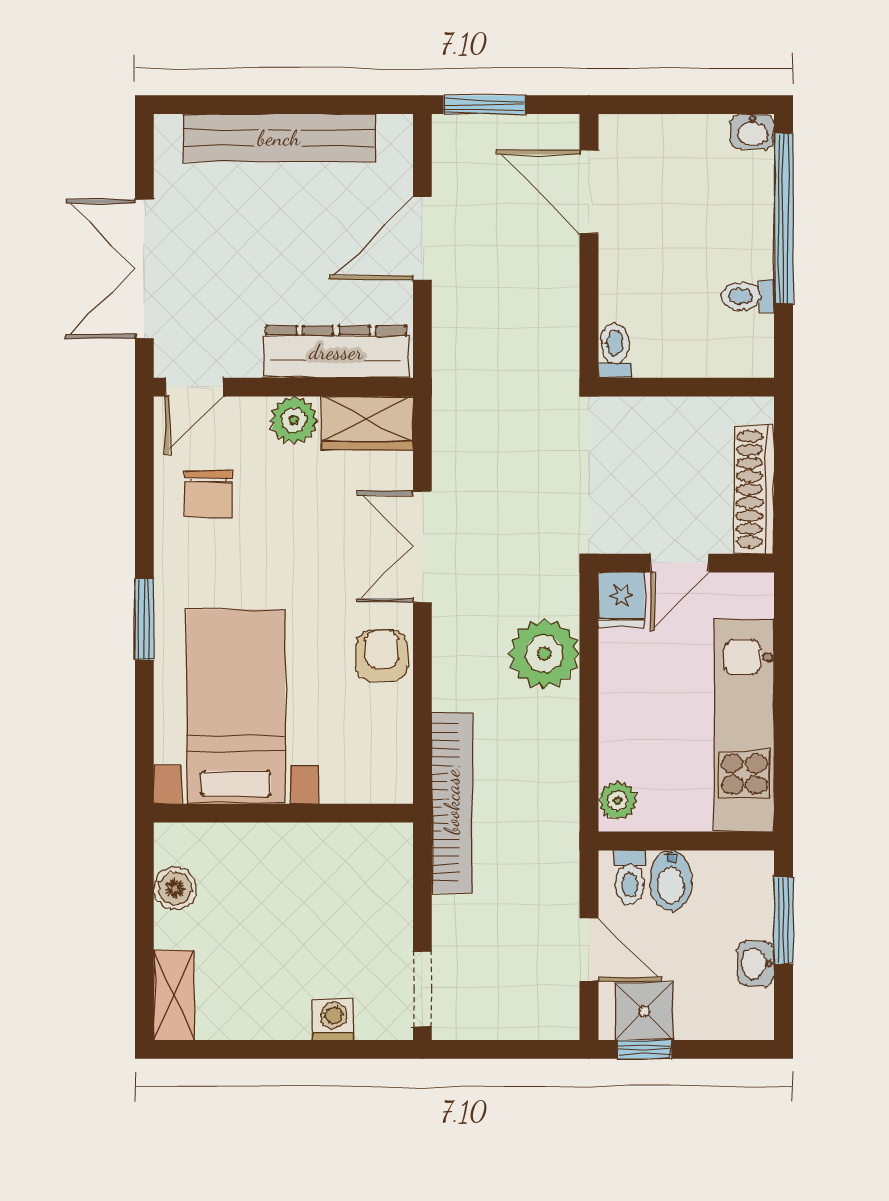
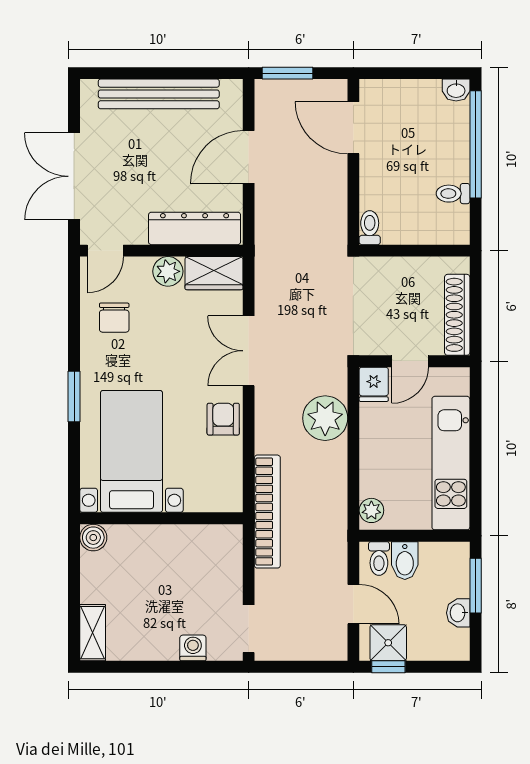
boiler: (175, 888) -> (93, 538), moved

